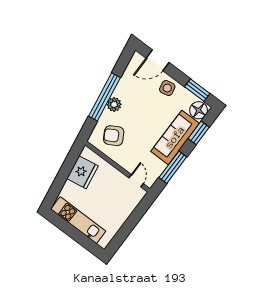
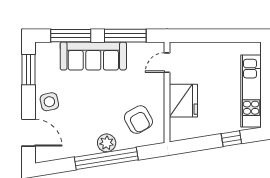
floor lamp: (199, 110) -> (48, 53), removed
window: (199, 133) -> (71, 36), width x1.44
fridge: (83, 172) -> (183, 101), moved, turned 99
window: (58, 185) -> (231, 139), added

